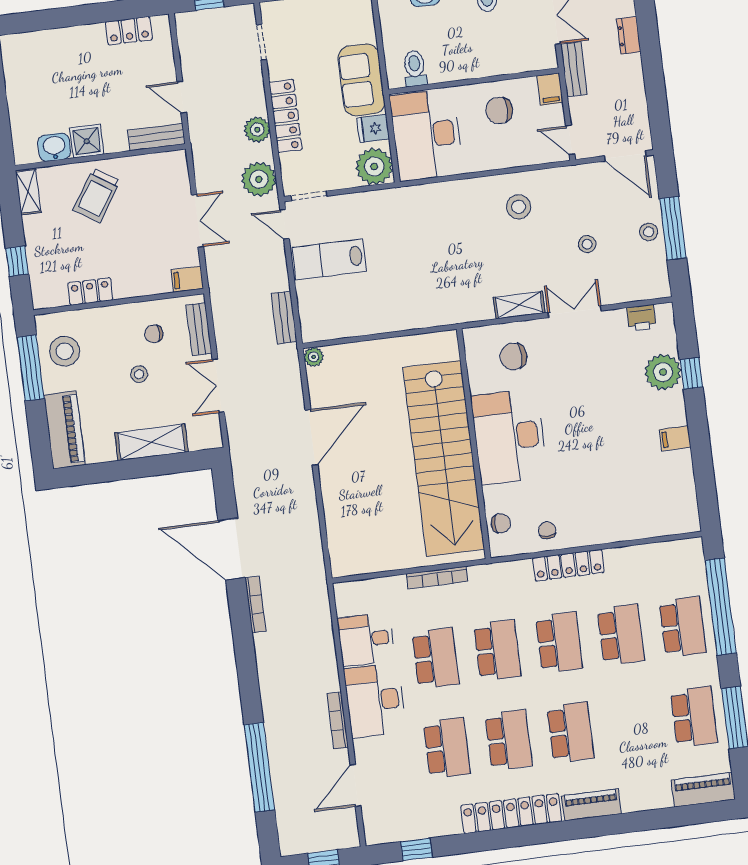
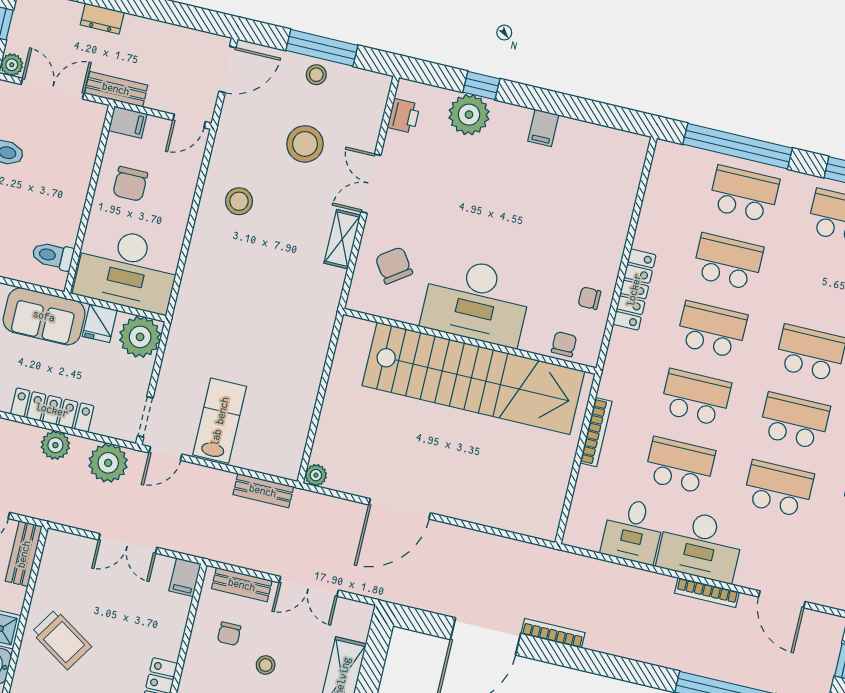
double door: (197, 221) -> (128, 544), swing flipped
stool: (587, 244) -> (305, 144), width x1.89, depth x1.89
lab bench: (329, 259) -> (220, 421), turned 180
chair: (513, 356) -> (394, 265), turned 145
door: (312, 437) -> (400, 509), swing flipped

